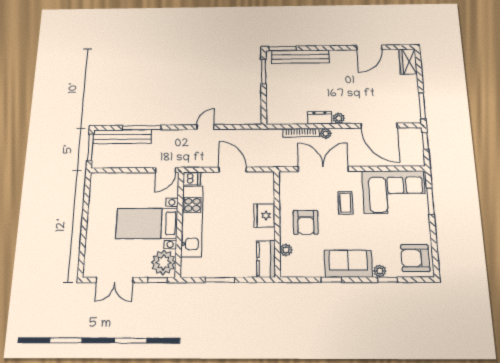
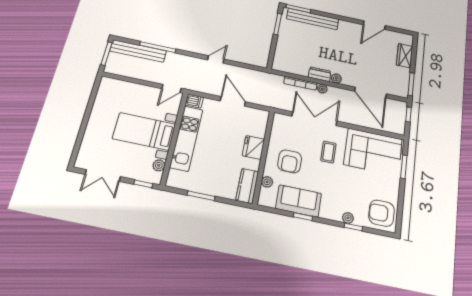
wardrobe: (408, 62) -> (405, 56), moved
plant: (164, 262) -> (159, 165), width x0.53, depth x0.53
sofa: (348, 264) -> (299, 201), moved

